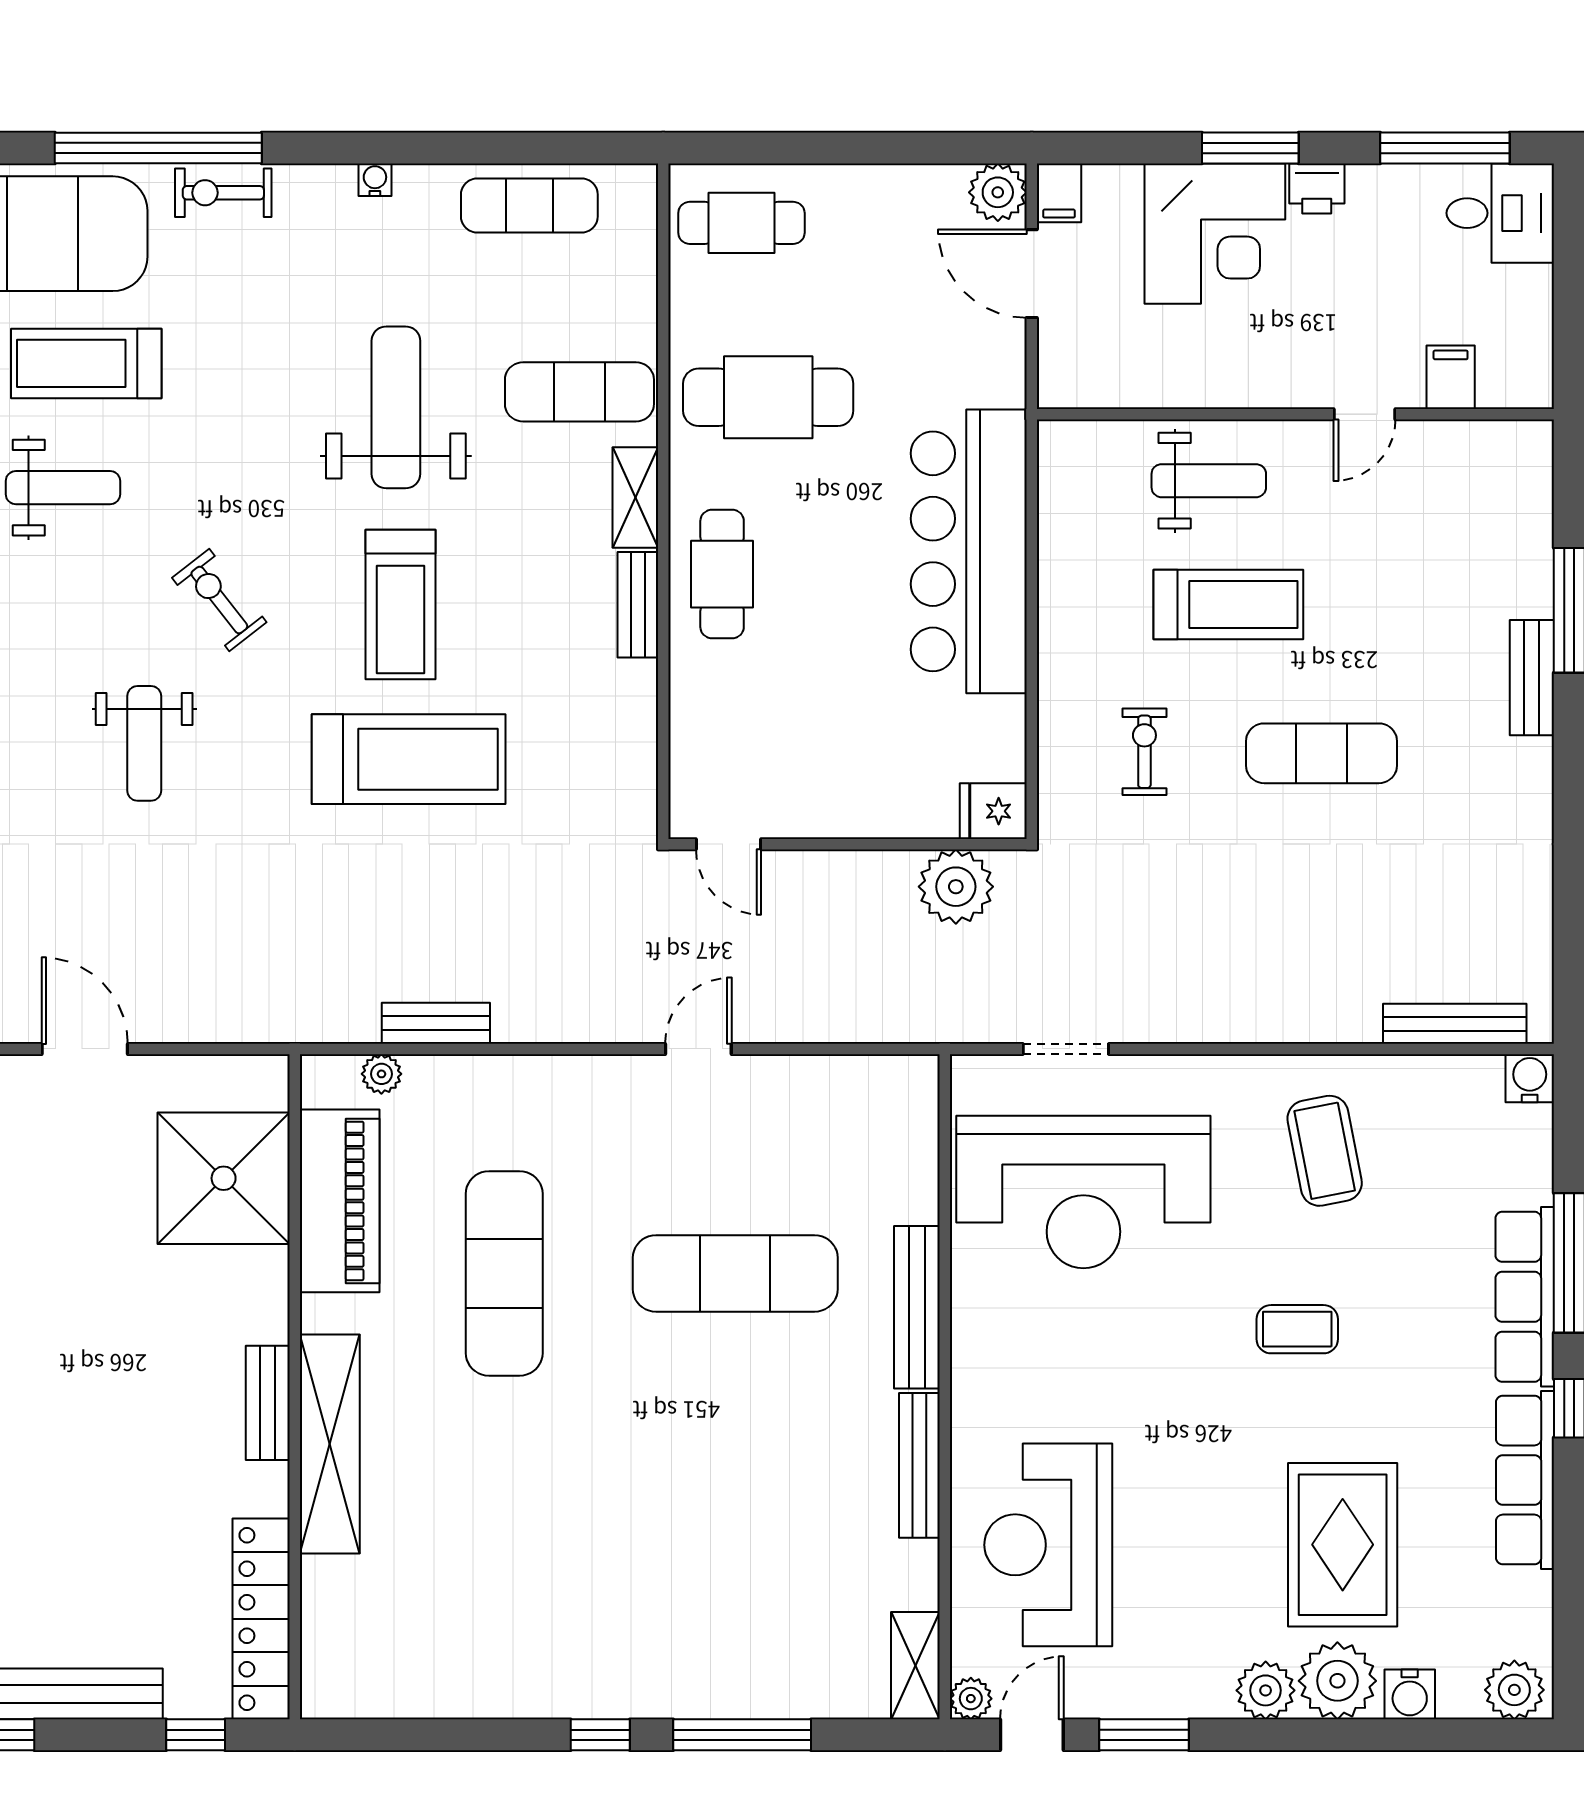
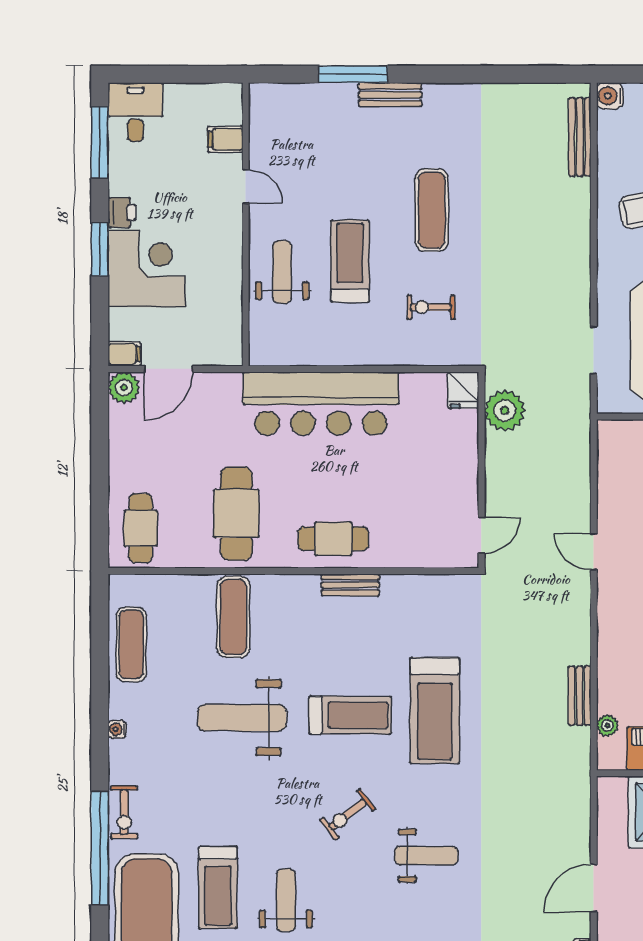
shelving: (635, 497) -> (291, 586), removed
treadmill: (409, 759) -> (435, 711), turned 180

